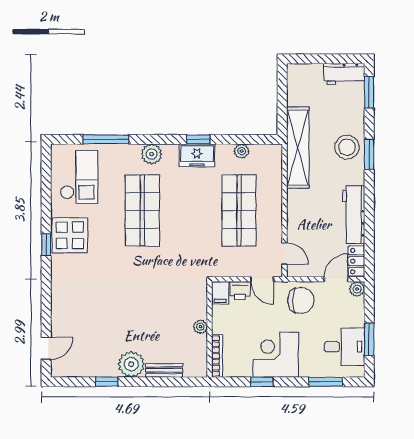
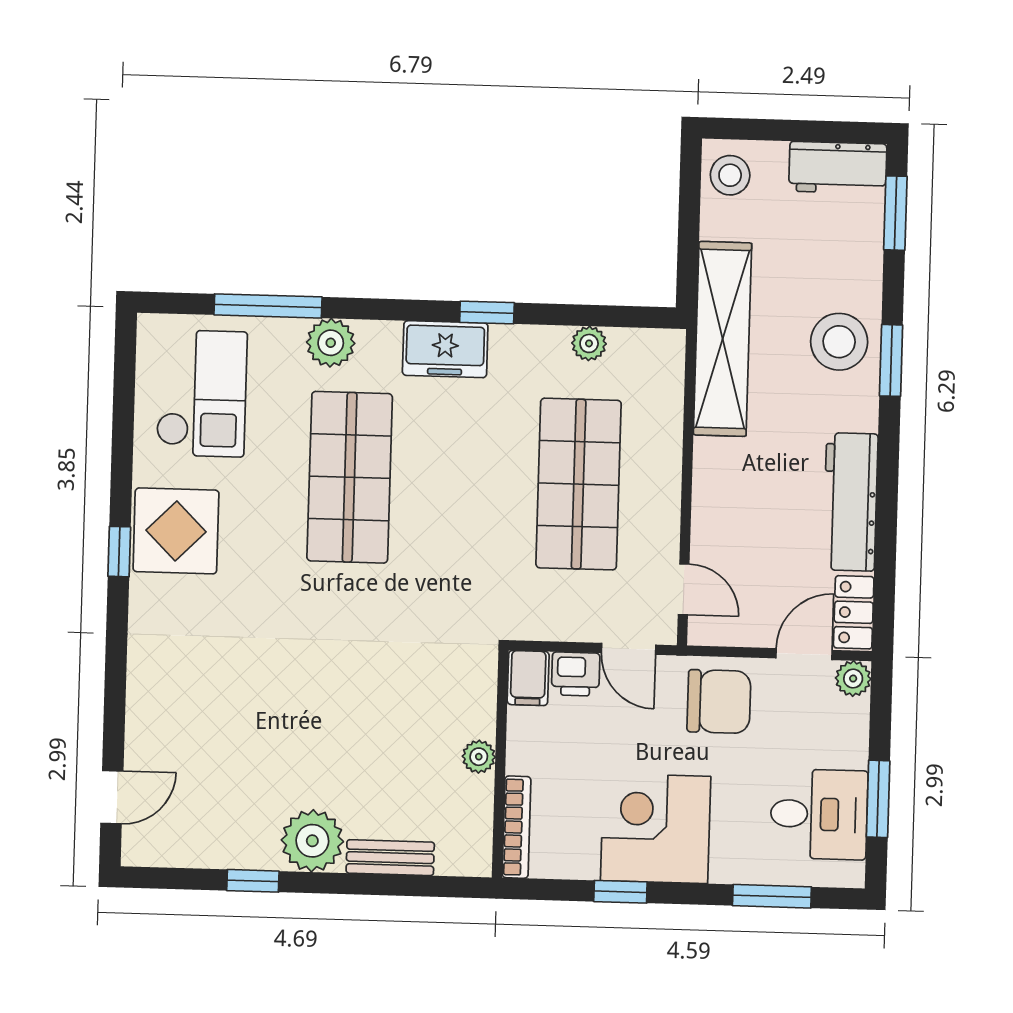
stool: (299, 78) -> (730, 175), added
plant: (152, 154) -> (331, 343), moved
freezer: (197, 155) -> (445, 349), moved

